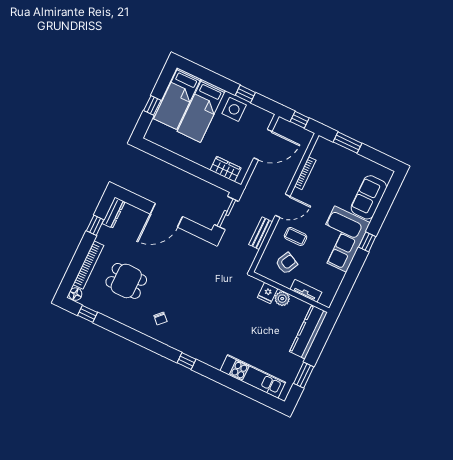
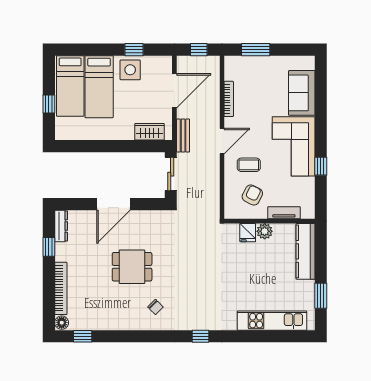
bench: (261, 233) -> (183, 136), moved
window: (367, 242) -> (321, 166), moved
dining table: (126, 281) -> (132, 267), moved

